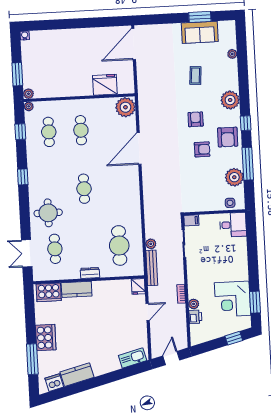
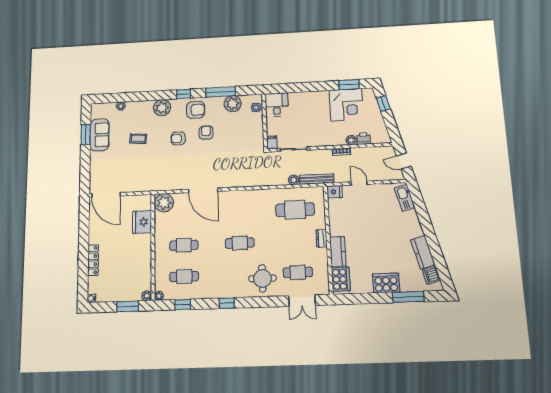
locker: (64, 35) -> (93, 260), added

